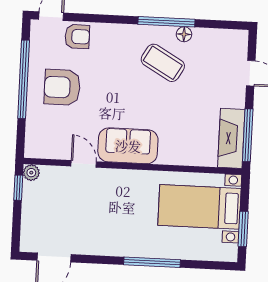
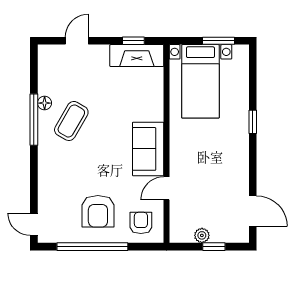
armchair: (77, 37) -> (141, 223), moved
window: (248, 135) -> (133, 41), width x0.46
plant: (31, 173) -> (202, 235), moved
window: (18, 188) -> (214, 247), moved
window: (152, 262) -> (253, 122), width x0.46

